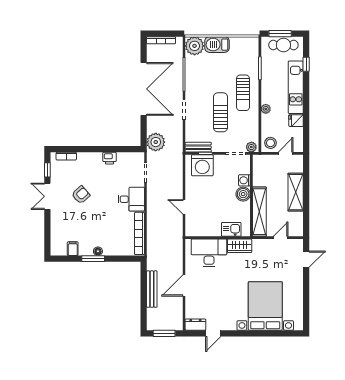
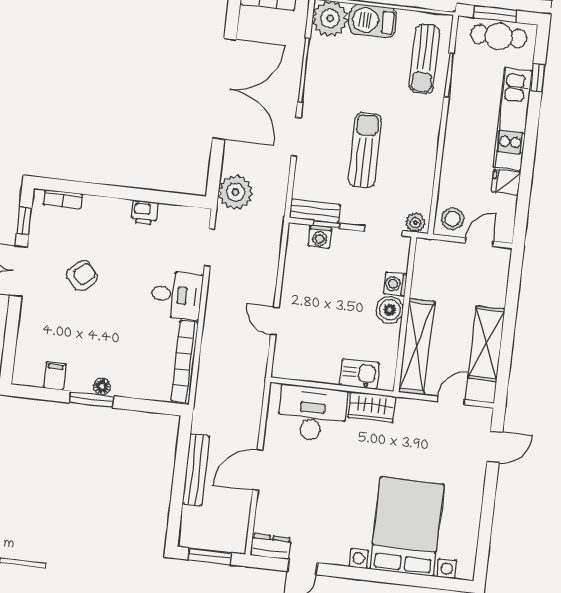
sun lounger: (243, 93) -> (424, 59), moved
plant: (266, 109) -> (451, 153), removed
washing machine: (202, 165) -> (320, 237), width x0.53, depth x0.53
shelving: (296, 192) -> (486, 344), moved

